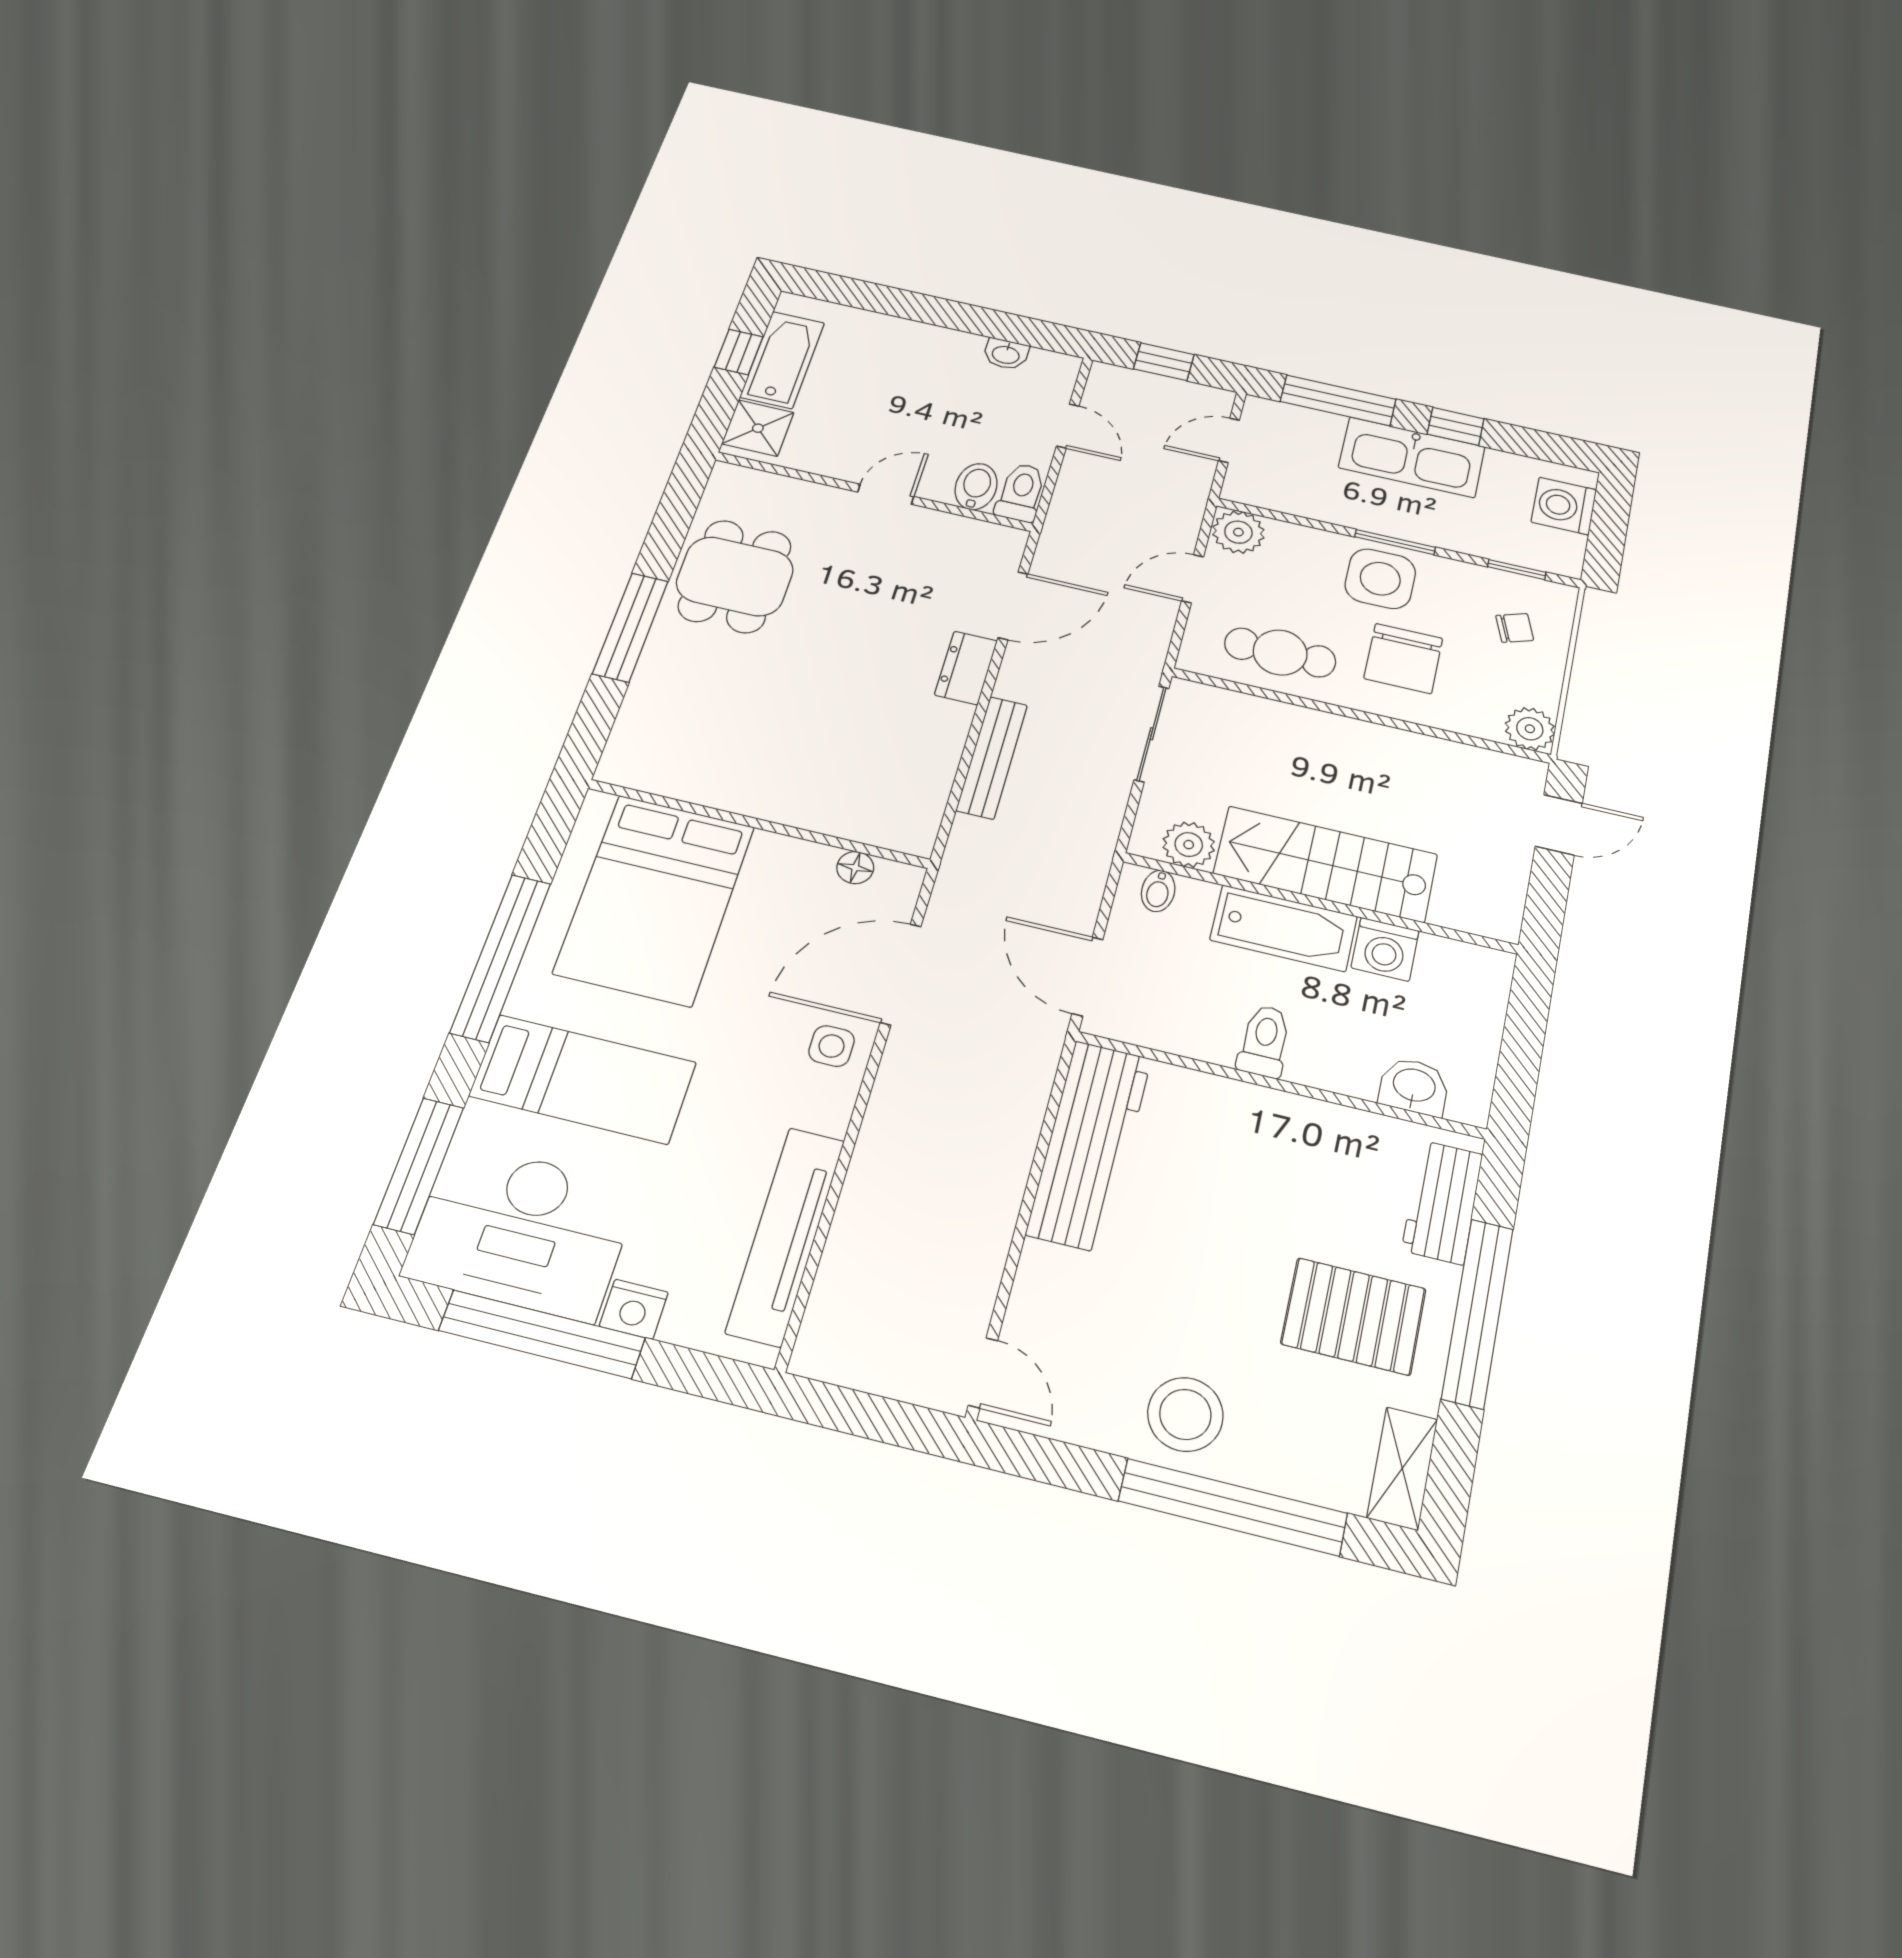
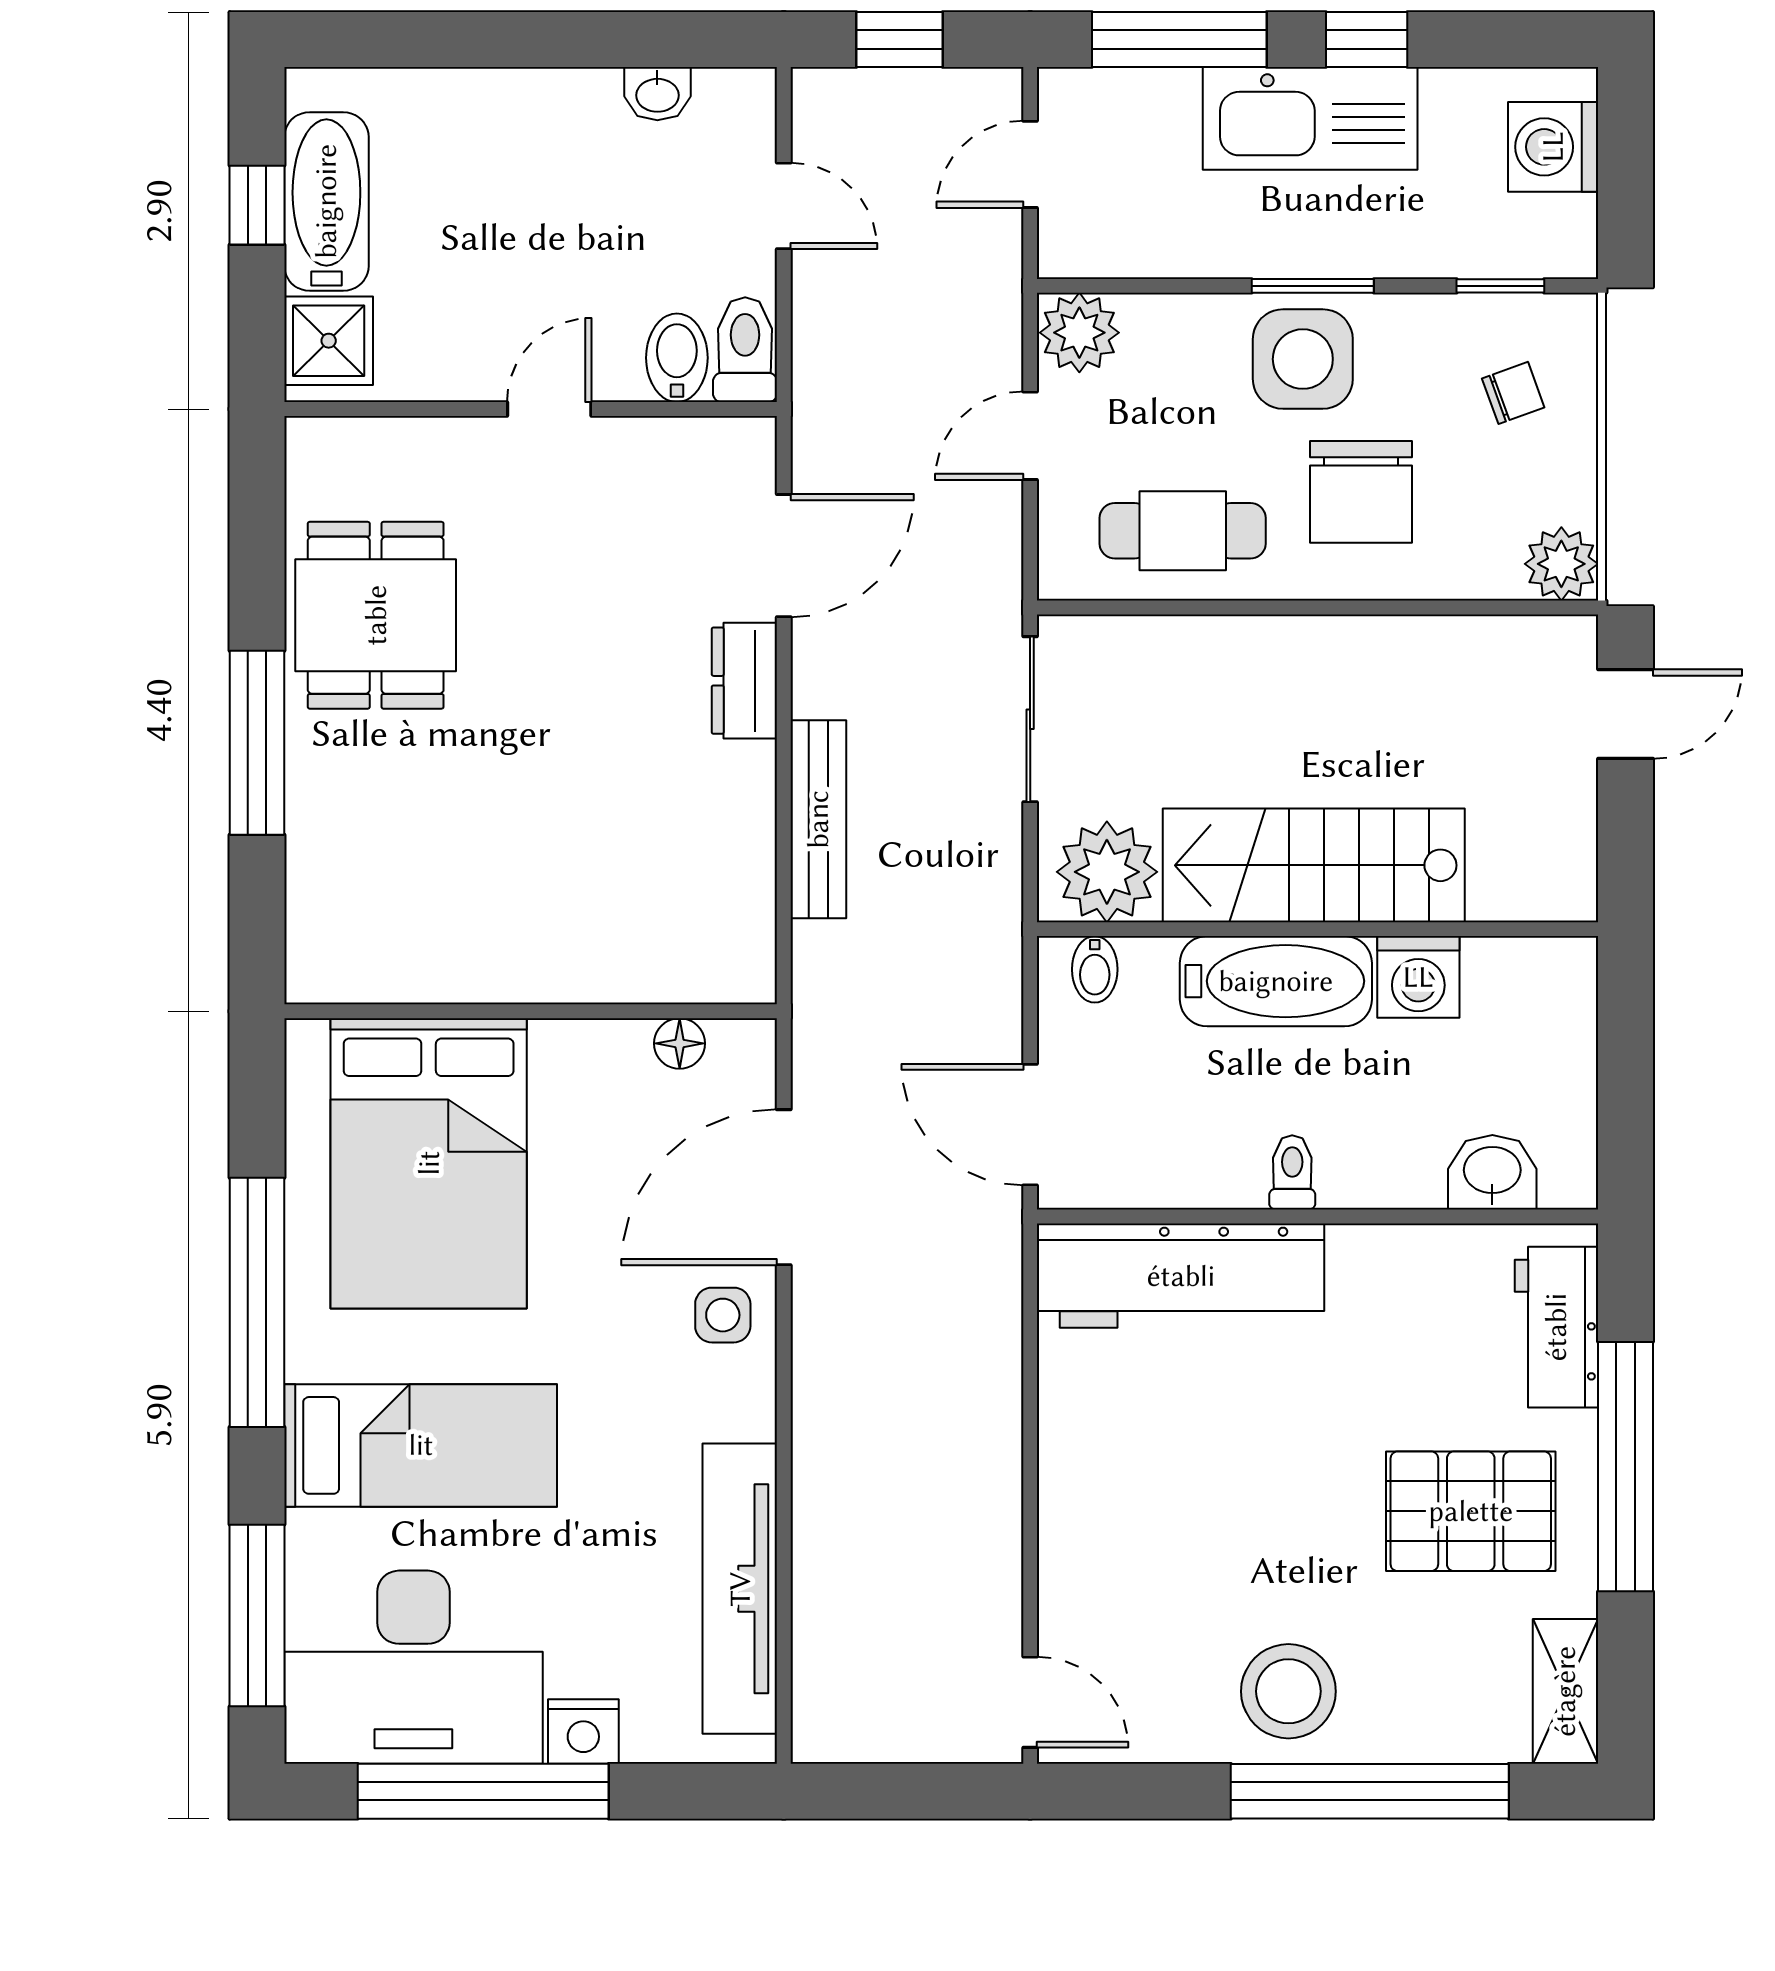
plant: (1189, 845) -> (1107, 872), width x1.36, depth x1.36
toilet: (1264, 1041) -> (1292, 1172), width x0.73, depth x0.72
workbench: (1089, 1145) -> (1181, 1276), moved, turned 90

